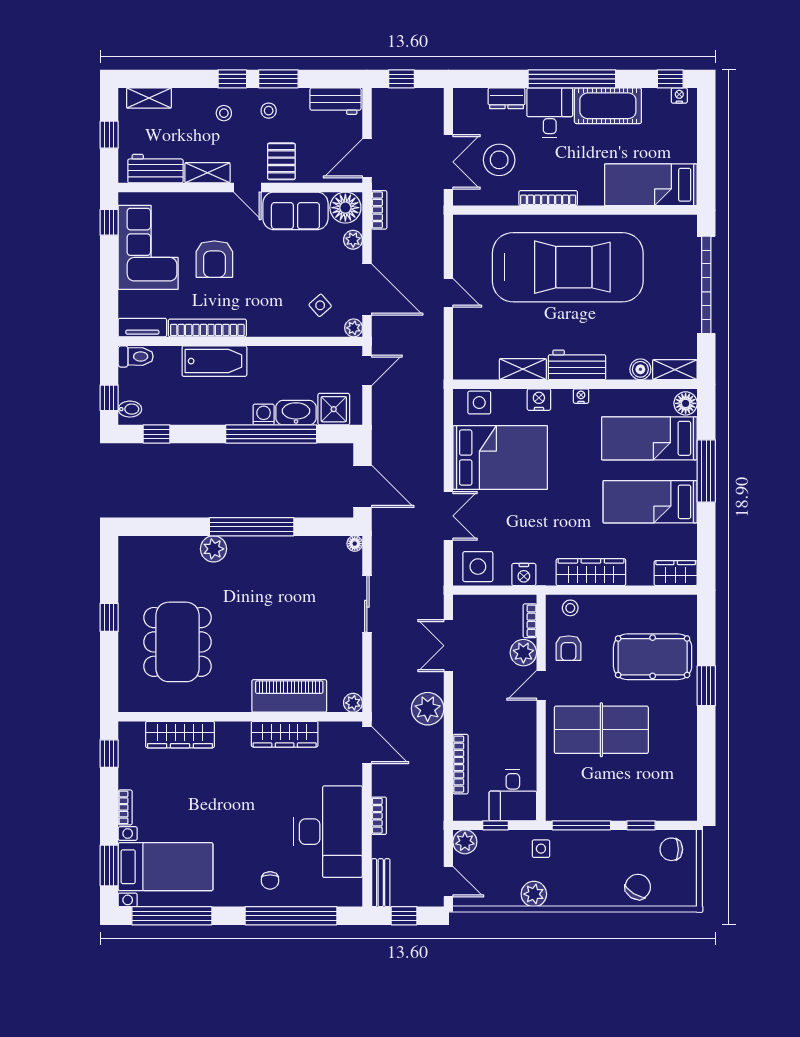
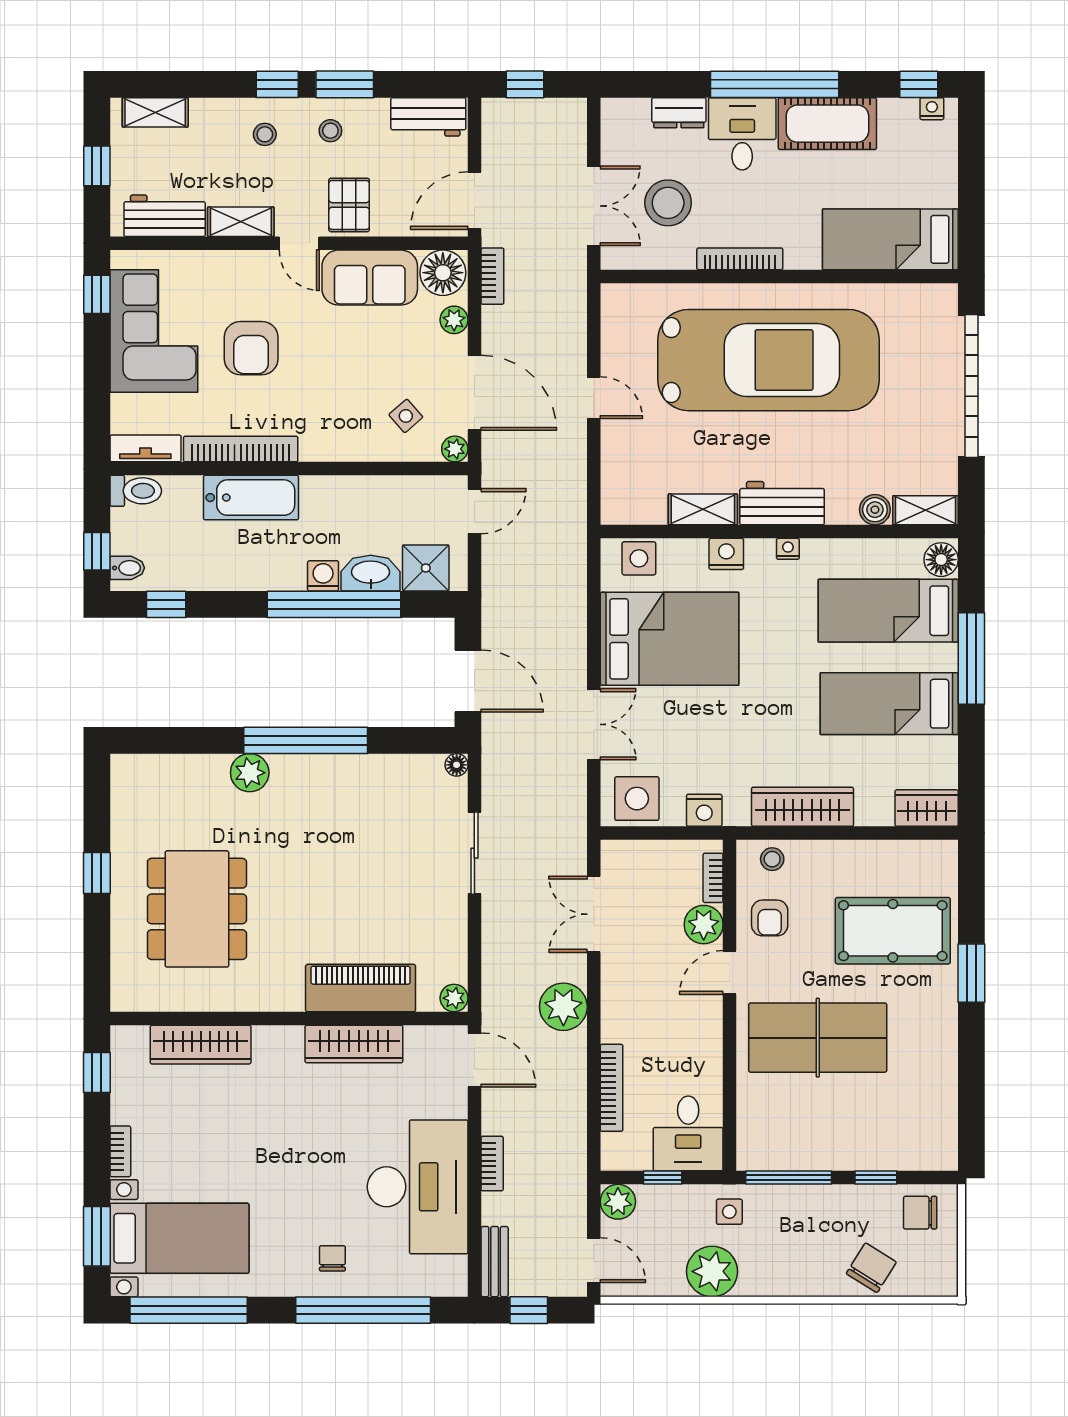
chair: (270, 880) -> (332, 1258), turned 180
plant: (534, 894) -> (712, 1271), width x1.36, depth x1.36

